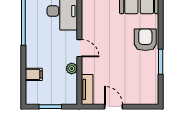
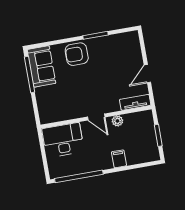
door: (79, 48) -> (96, 117), swing flipped
filing cabinet: (34, 74) -> (119, 159), moved

